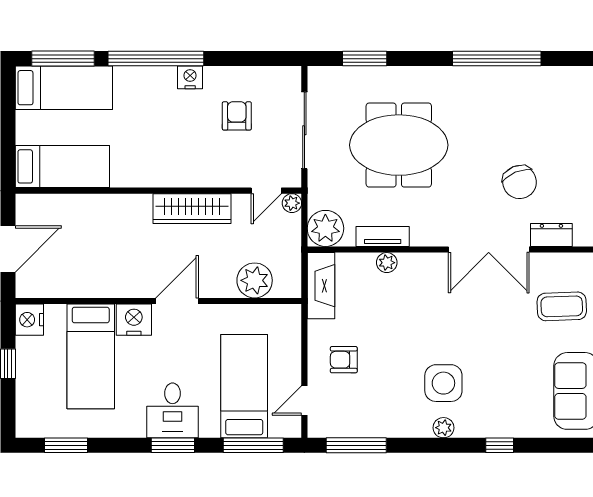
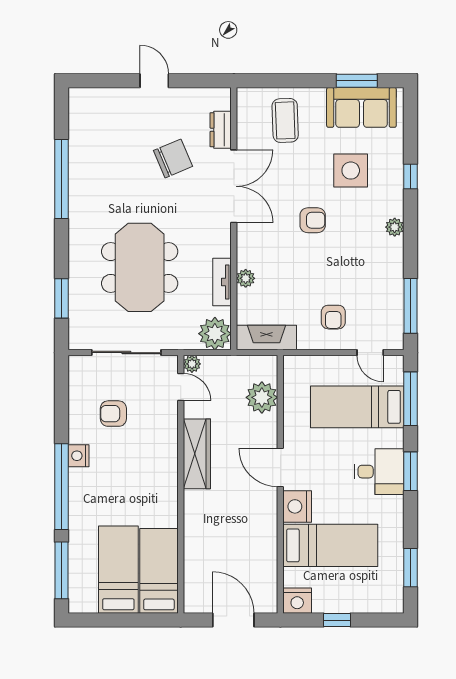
bed: (64, 88) -> (118, 570), moved
armchair: (451, 337) -> (313, 220), added
side table: (443, 383) -> (351, 171), moved

